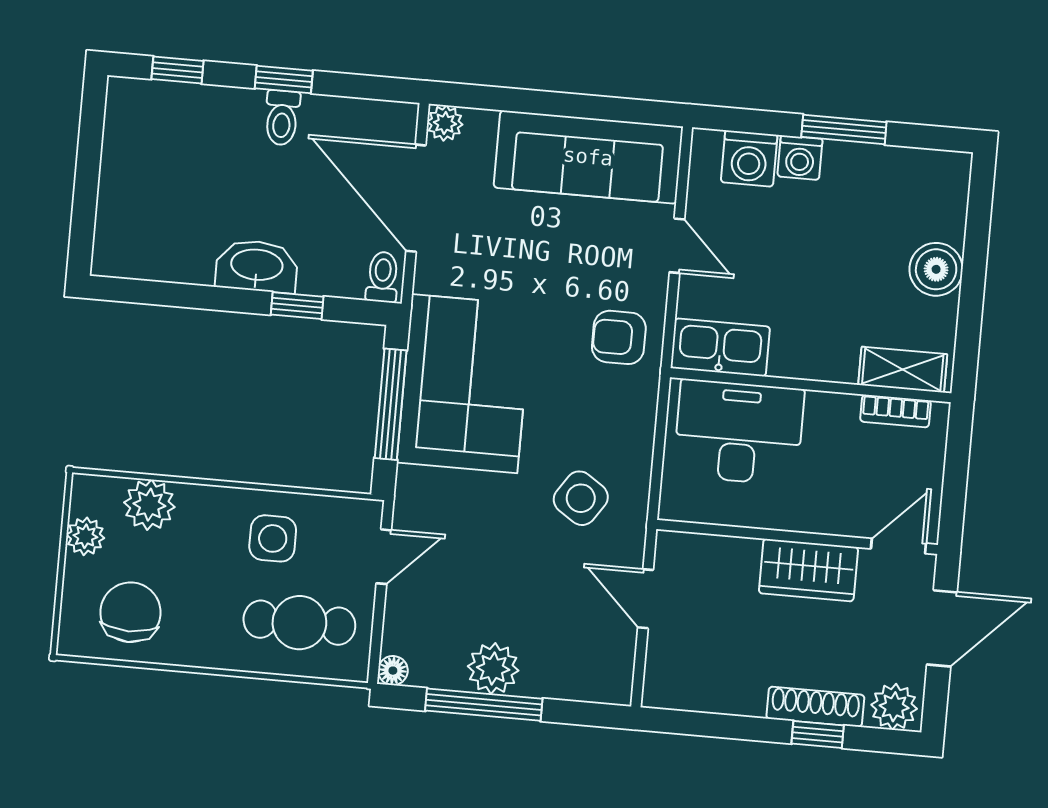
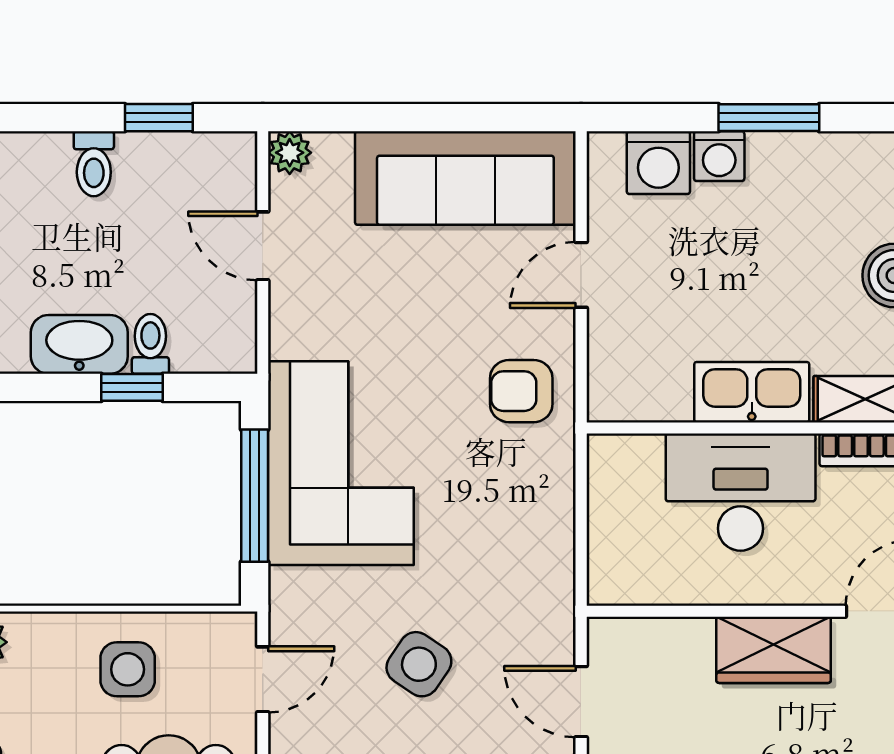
window: (284, 80) -> (159, 118), moved
door: (416, 198) -> (263, 246), width x0.53
door: (677, 246) -> (581, 275), swing flipped
toilet: (383, 277) -> (150, 344), moved
kitchen sink: (720, 347) -> (752, 392), moved
desk: (739, 432) -> (741, 492), moved
side table: (581, 498) -> (419, 664), moved

